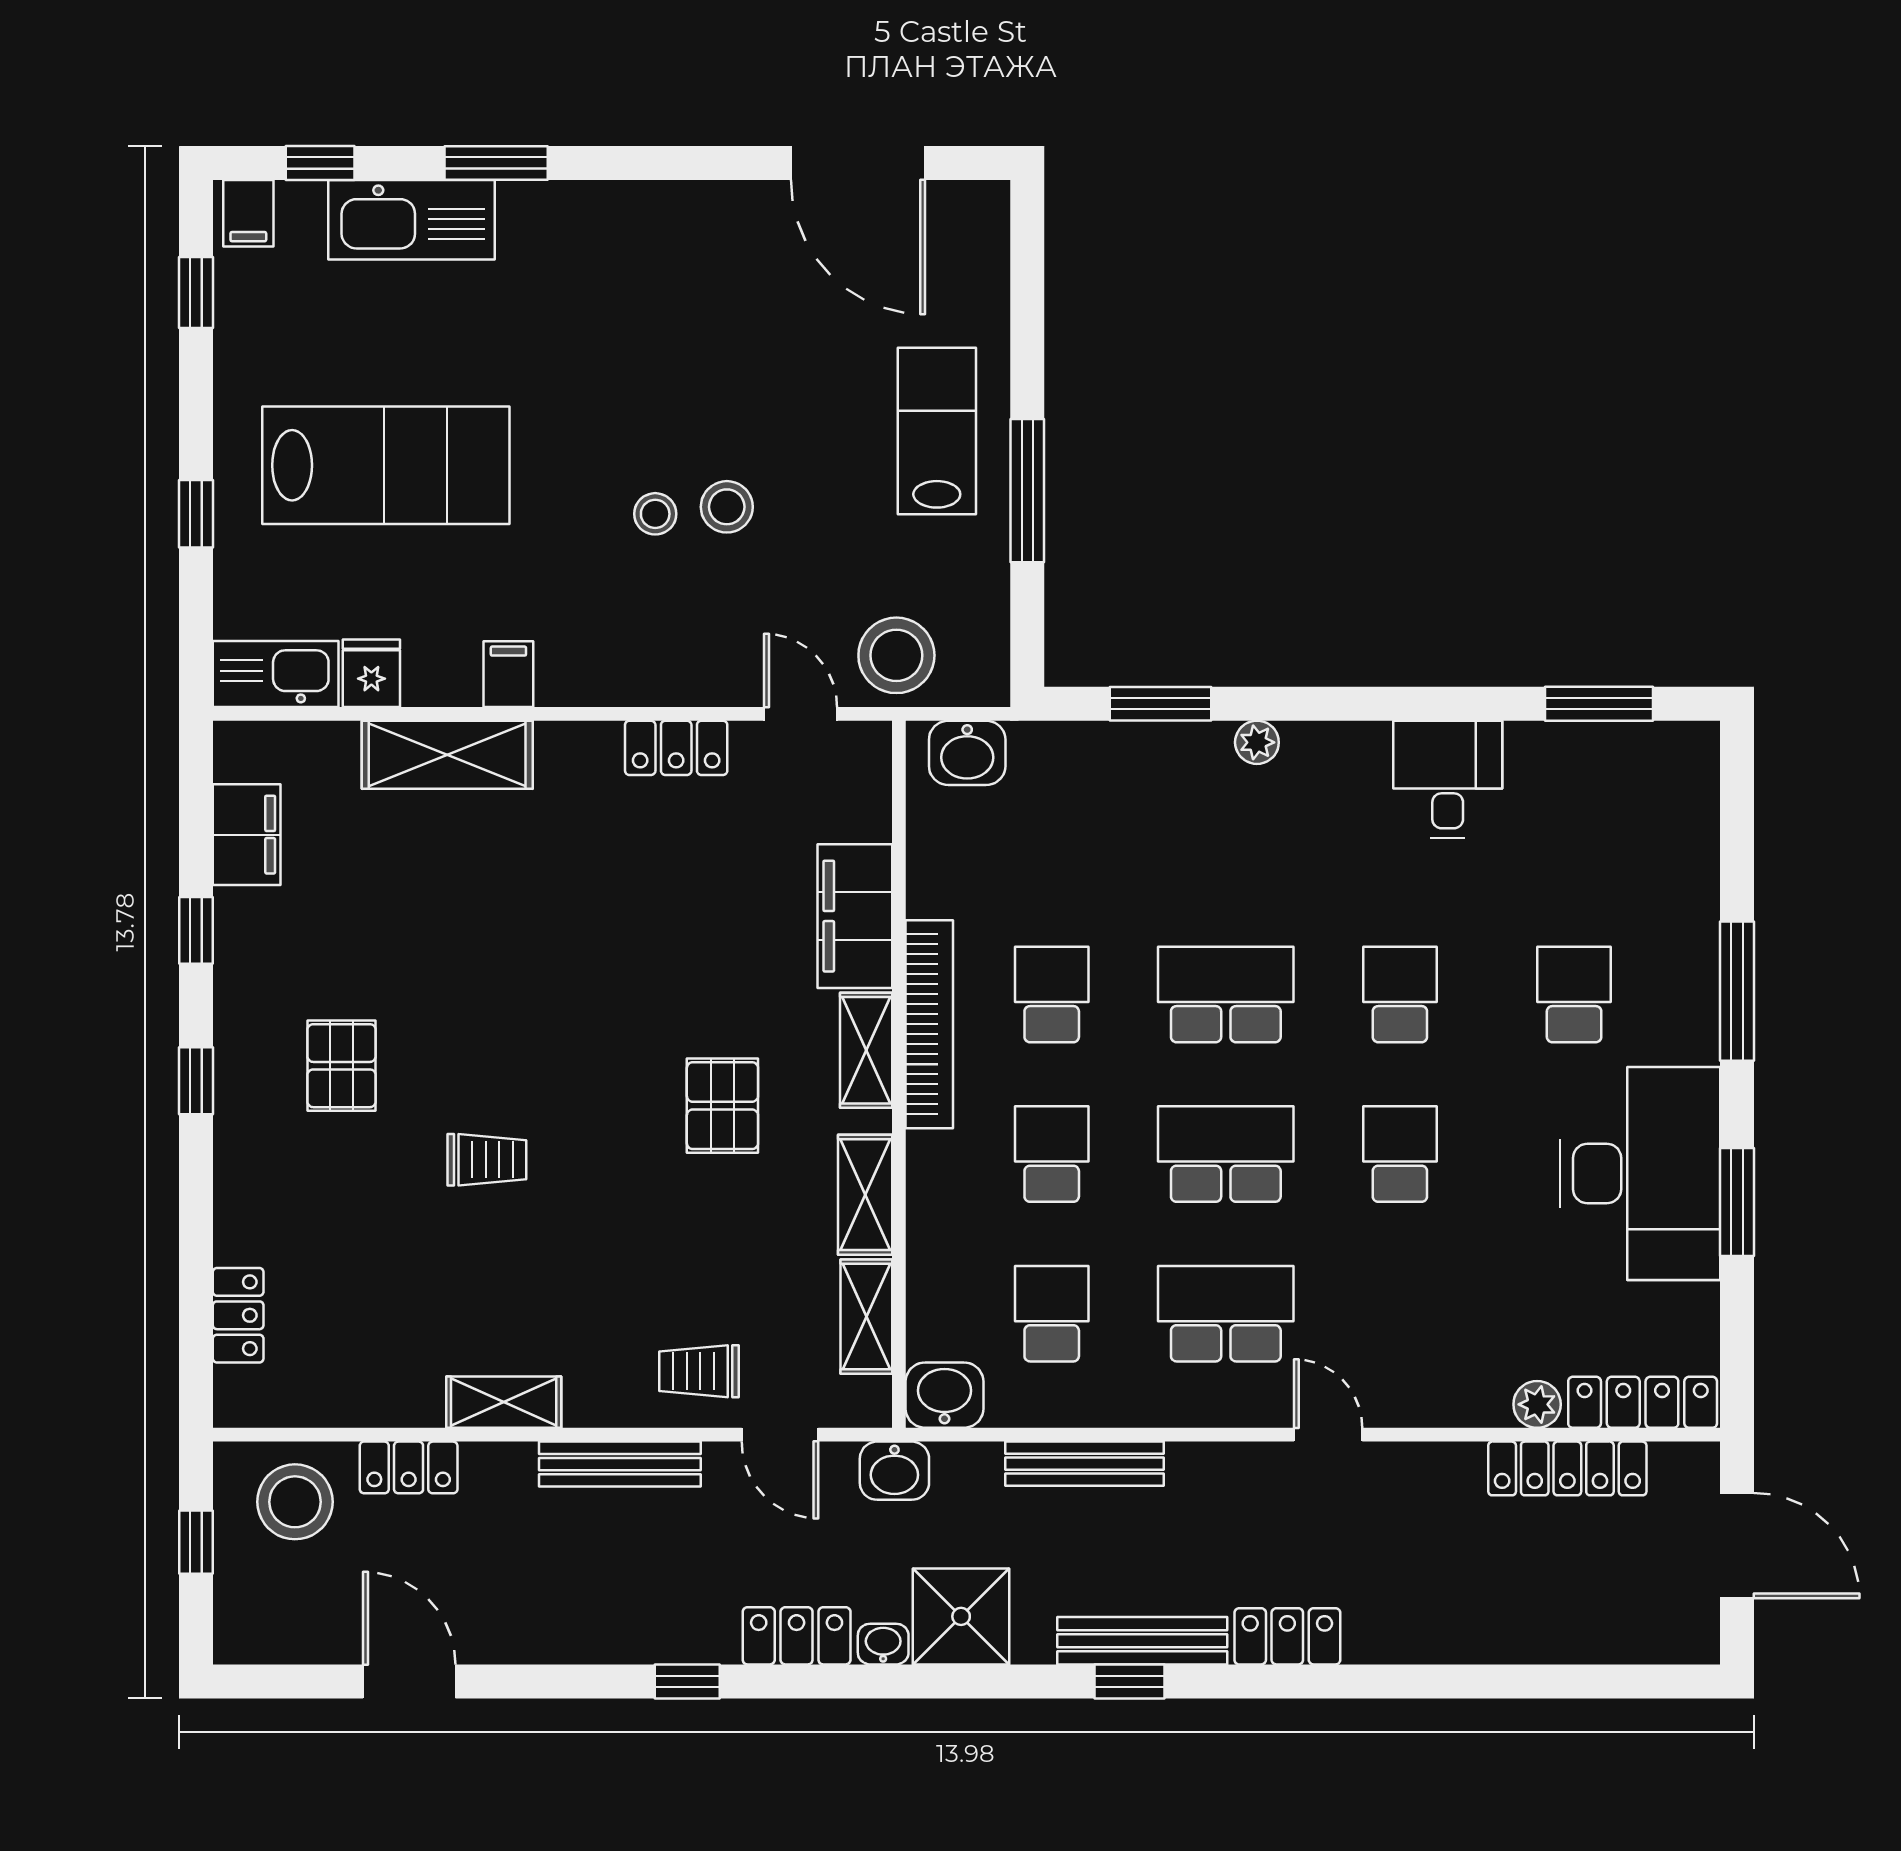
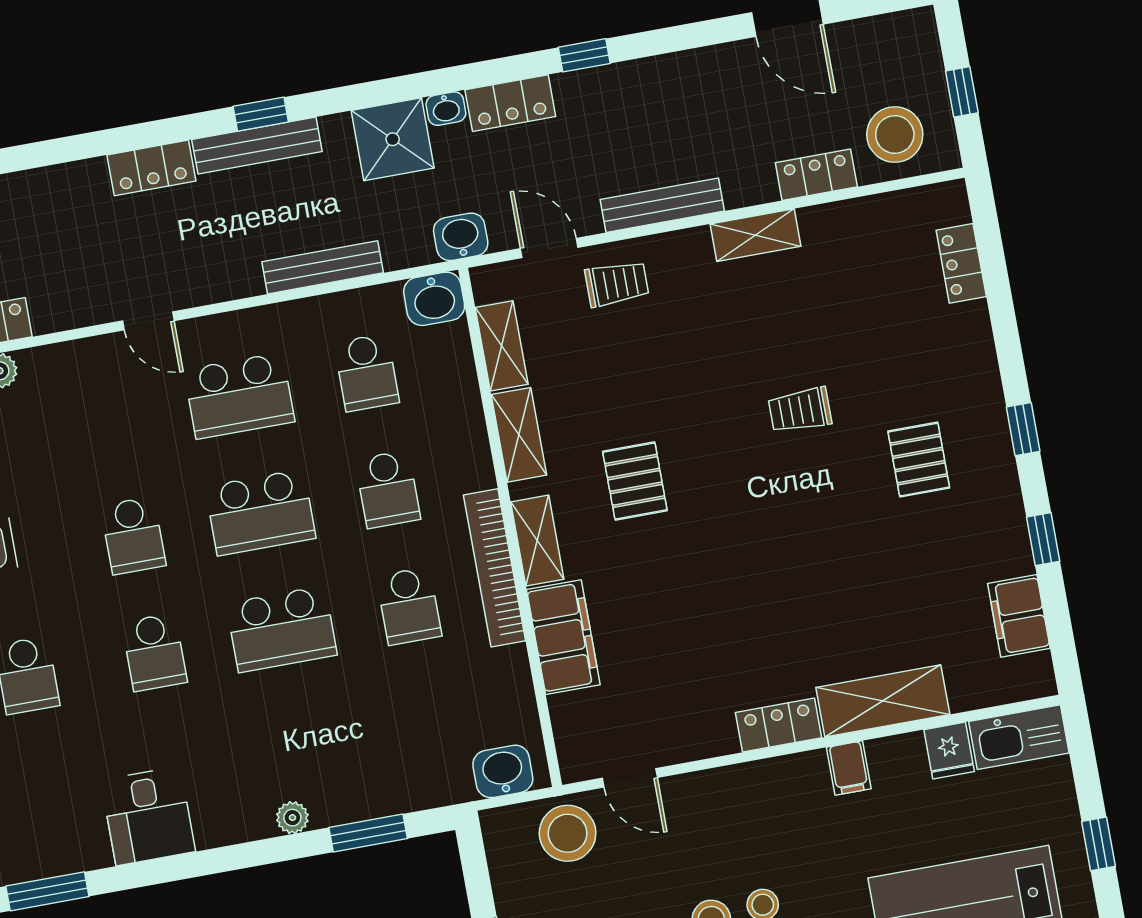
locker: (676, 748) -> (779, 725), moved

